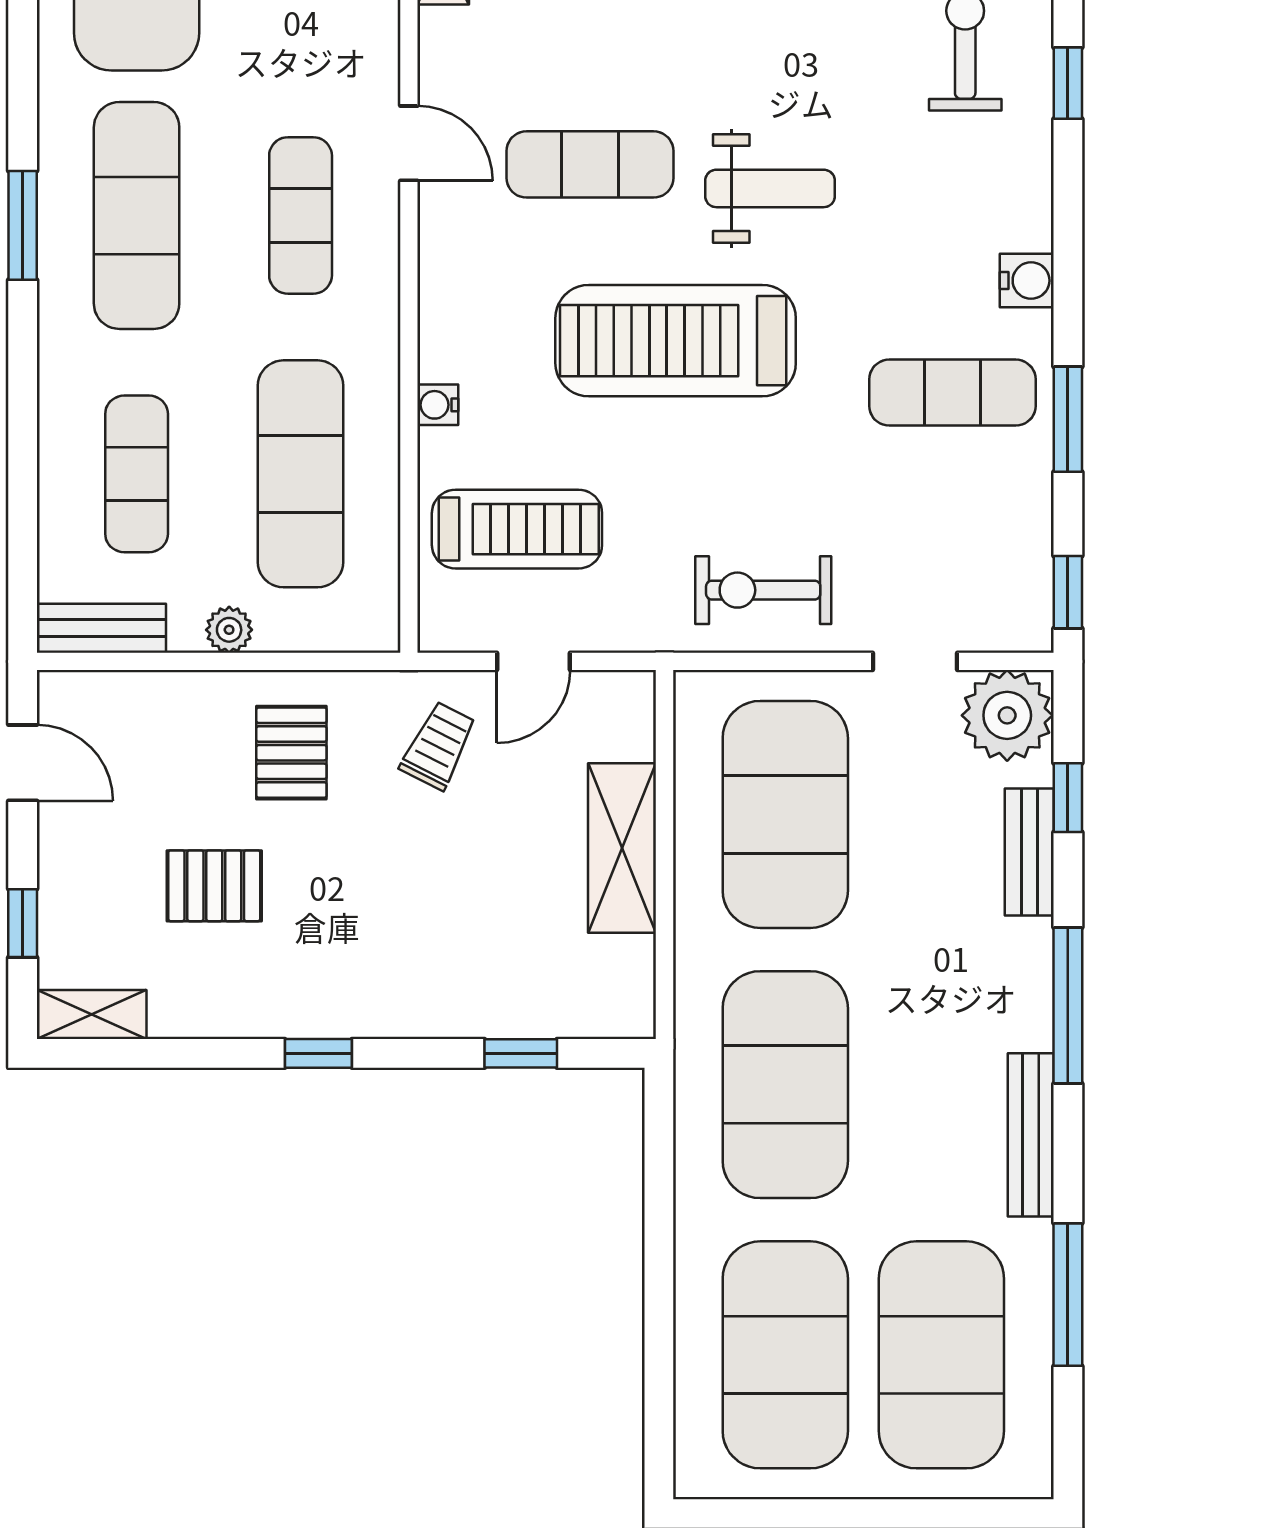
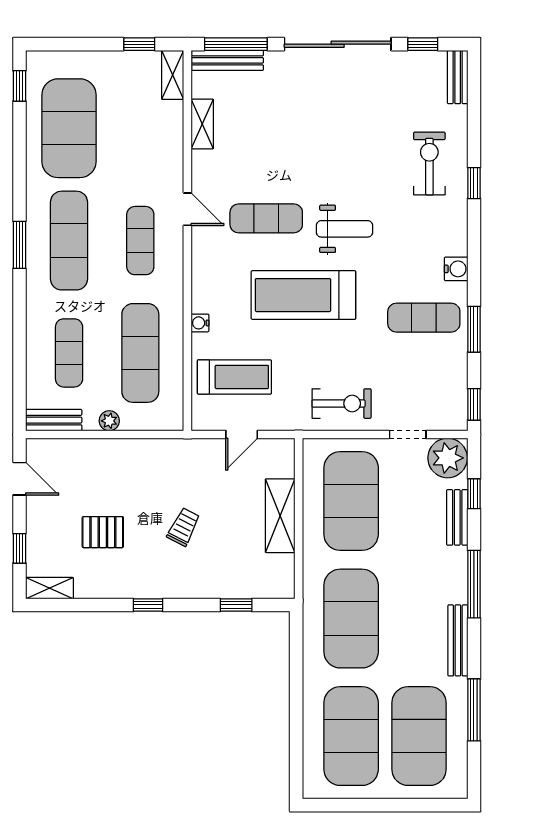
exercise bike: (763, 590) -> (342, 404), turned 180
trolley: (438, 746) -> (184, 527), moved
pallet: (291, 753) -> (136, 474), removed

